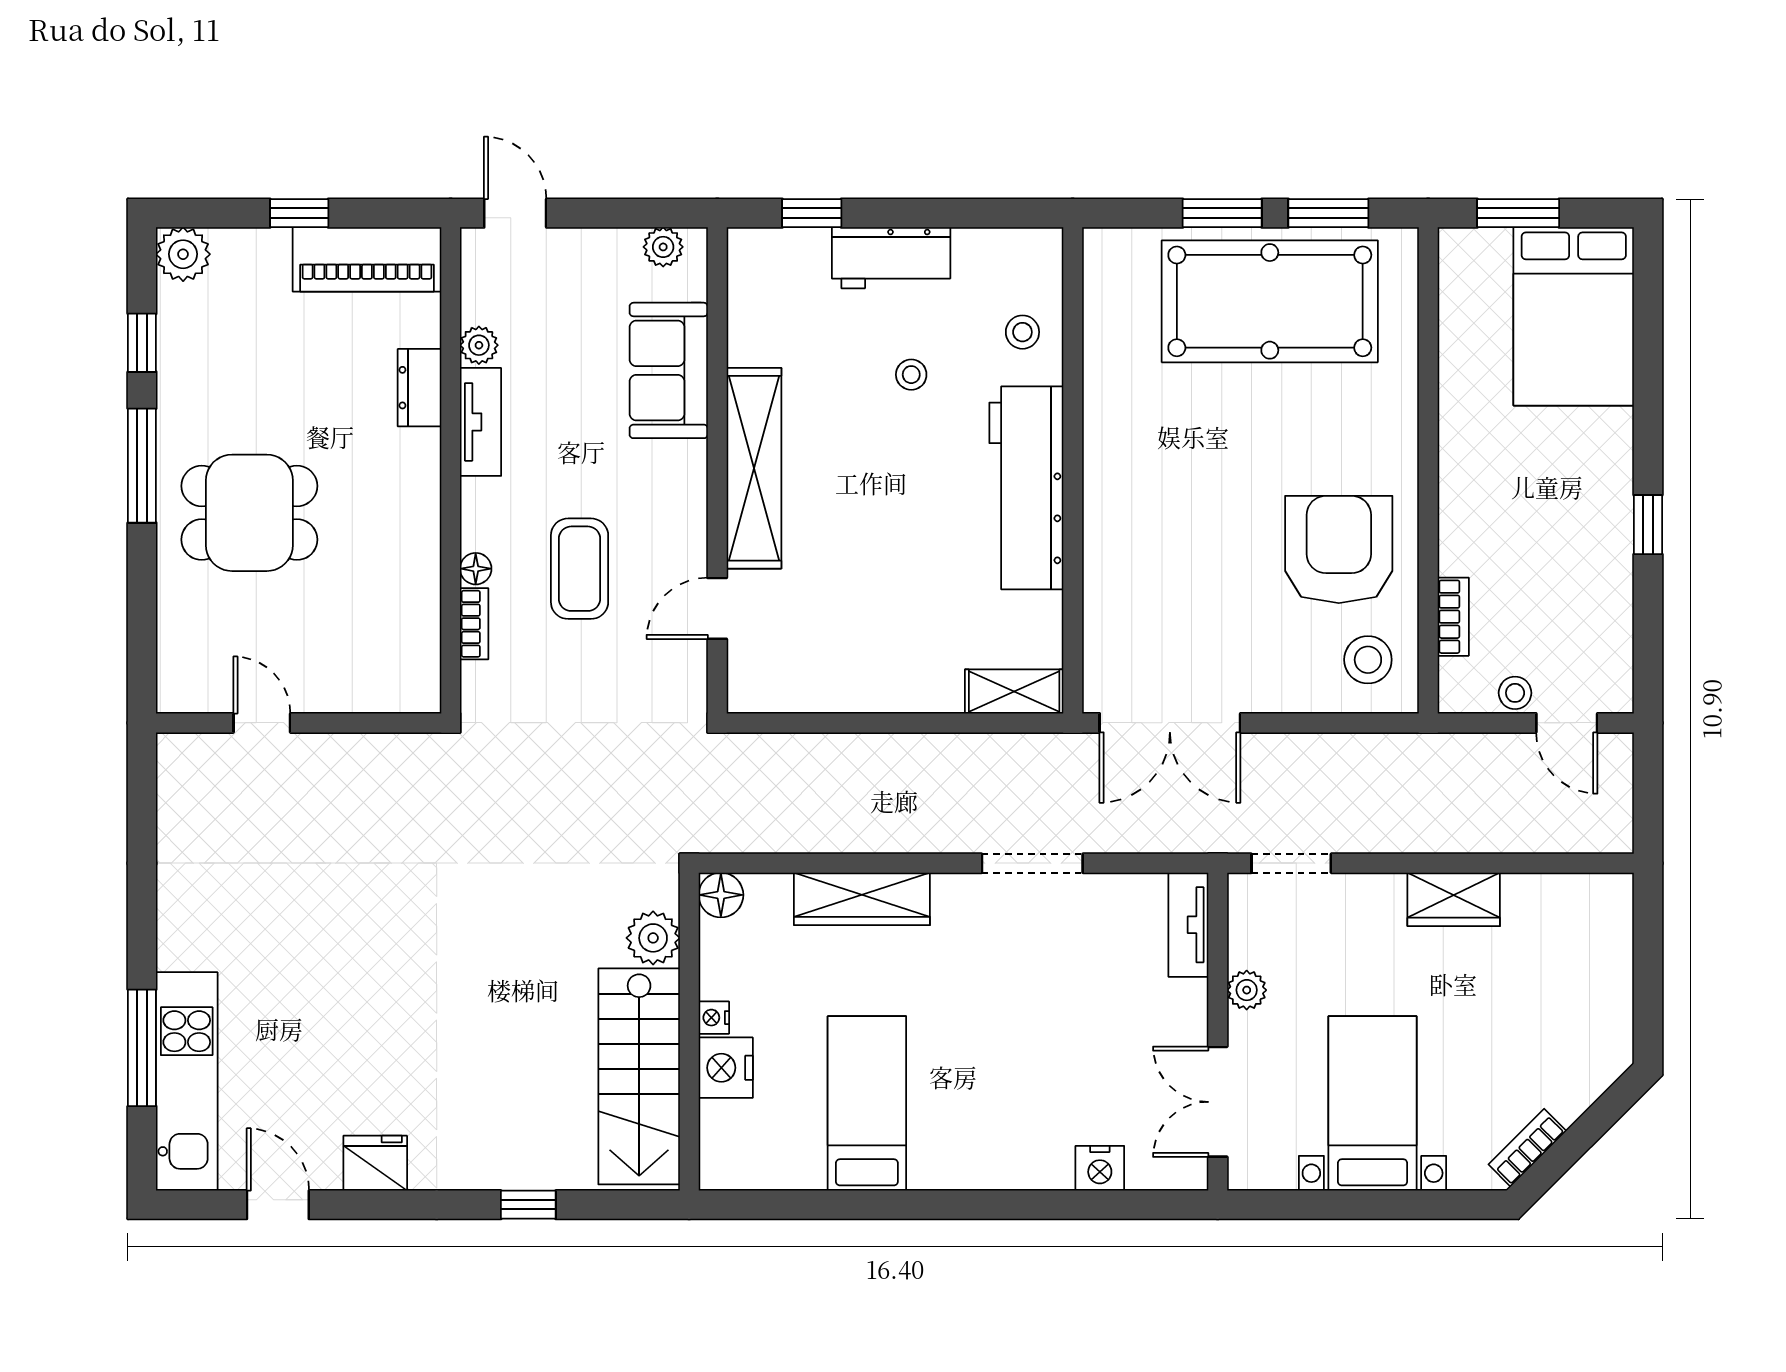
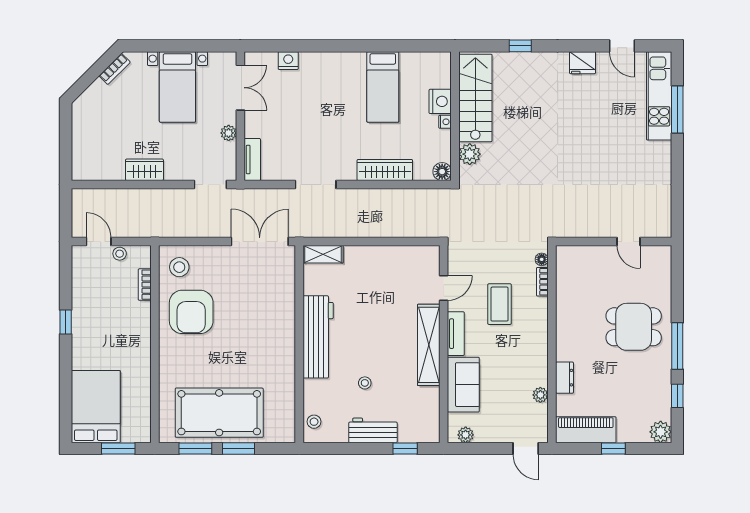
stool: (1022, 332) -> (314, 422), moved
tv unit: (481, 422) -> (456, 334), moved, turned 180
floor lamp: (476, 569) -> (542, 259), moved

